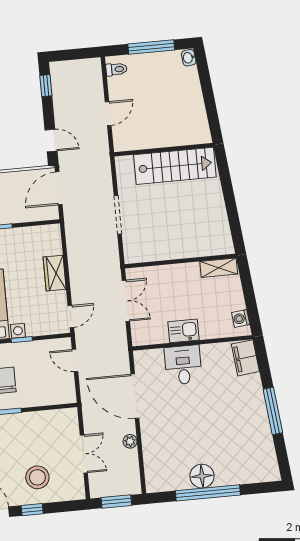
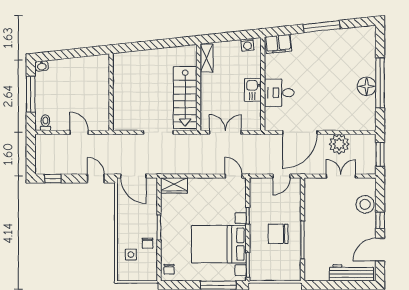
door: (51, 141) -> (96, 179), hinge flipped
stairs: (175, 166) -> (185, 98), moved, turned 180
wardrobe: (55, 273) -> (174, 186), moved
door: (75, 360) -> (281, 176), moved
plant: (130, 441) -> (339, 144), width x1.87, depth x1.87
stool: (37, 477) -> (365, 204), moved

